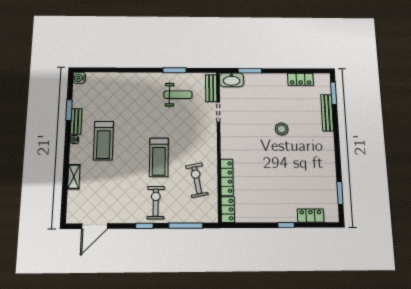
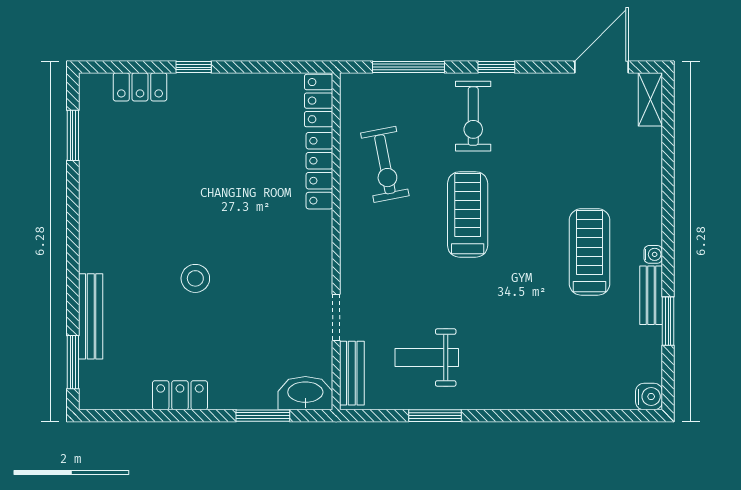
locker: (300, 79) -> (180, 395), moved
shelving: (74, 177) -> (650, 99), moved

